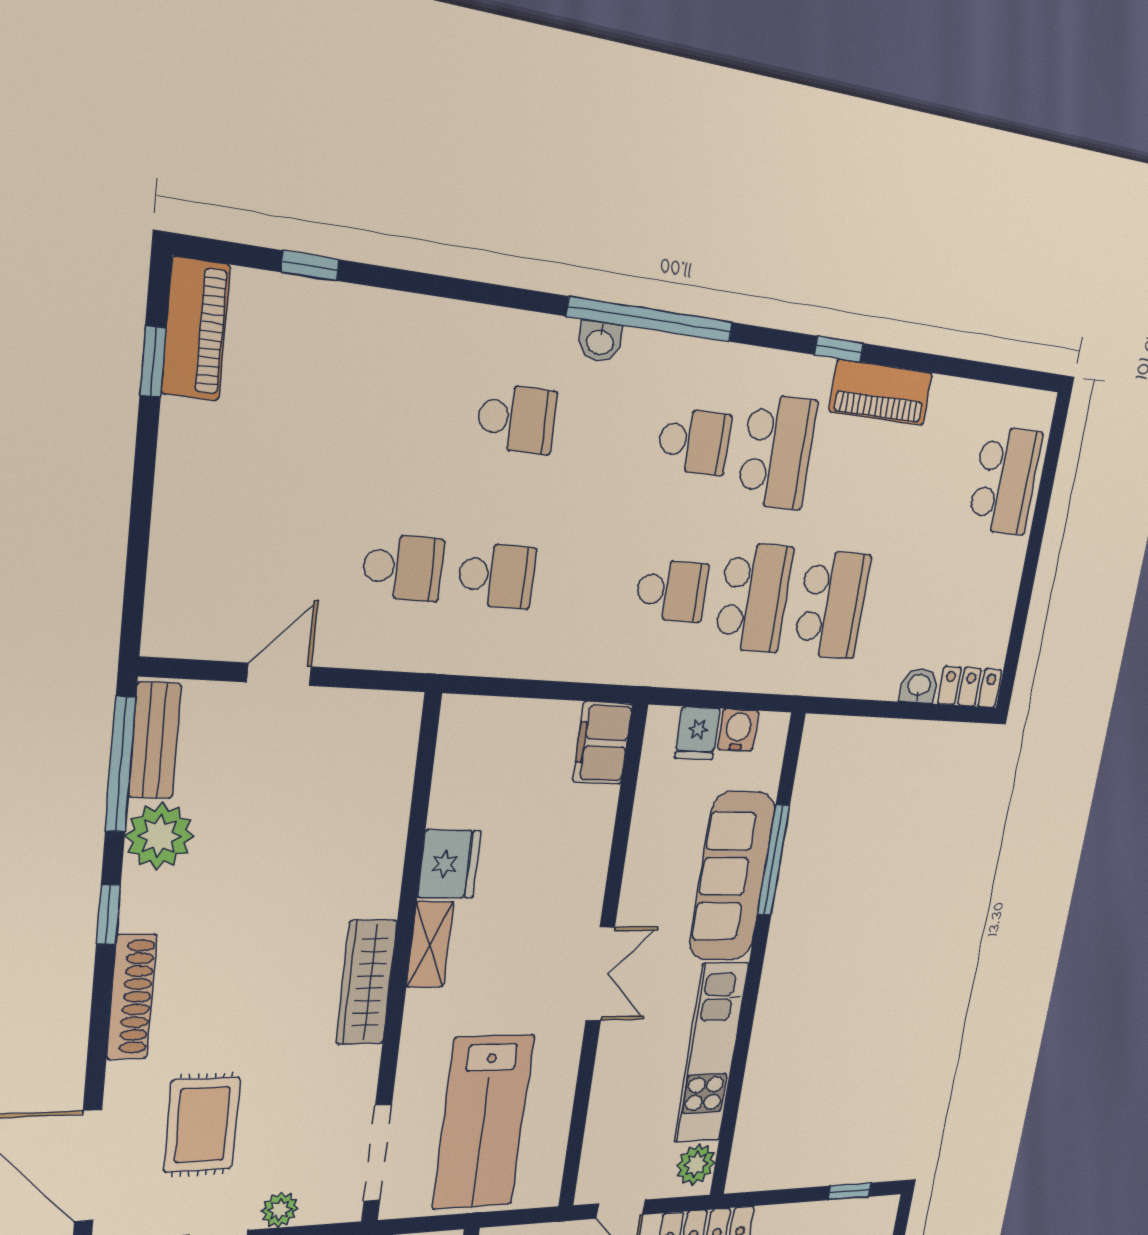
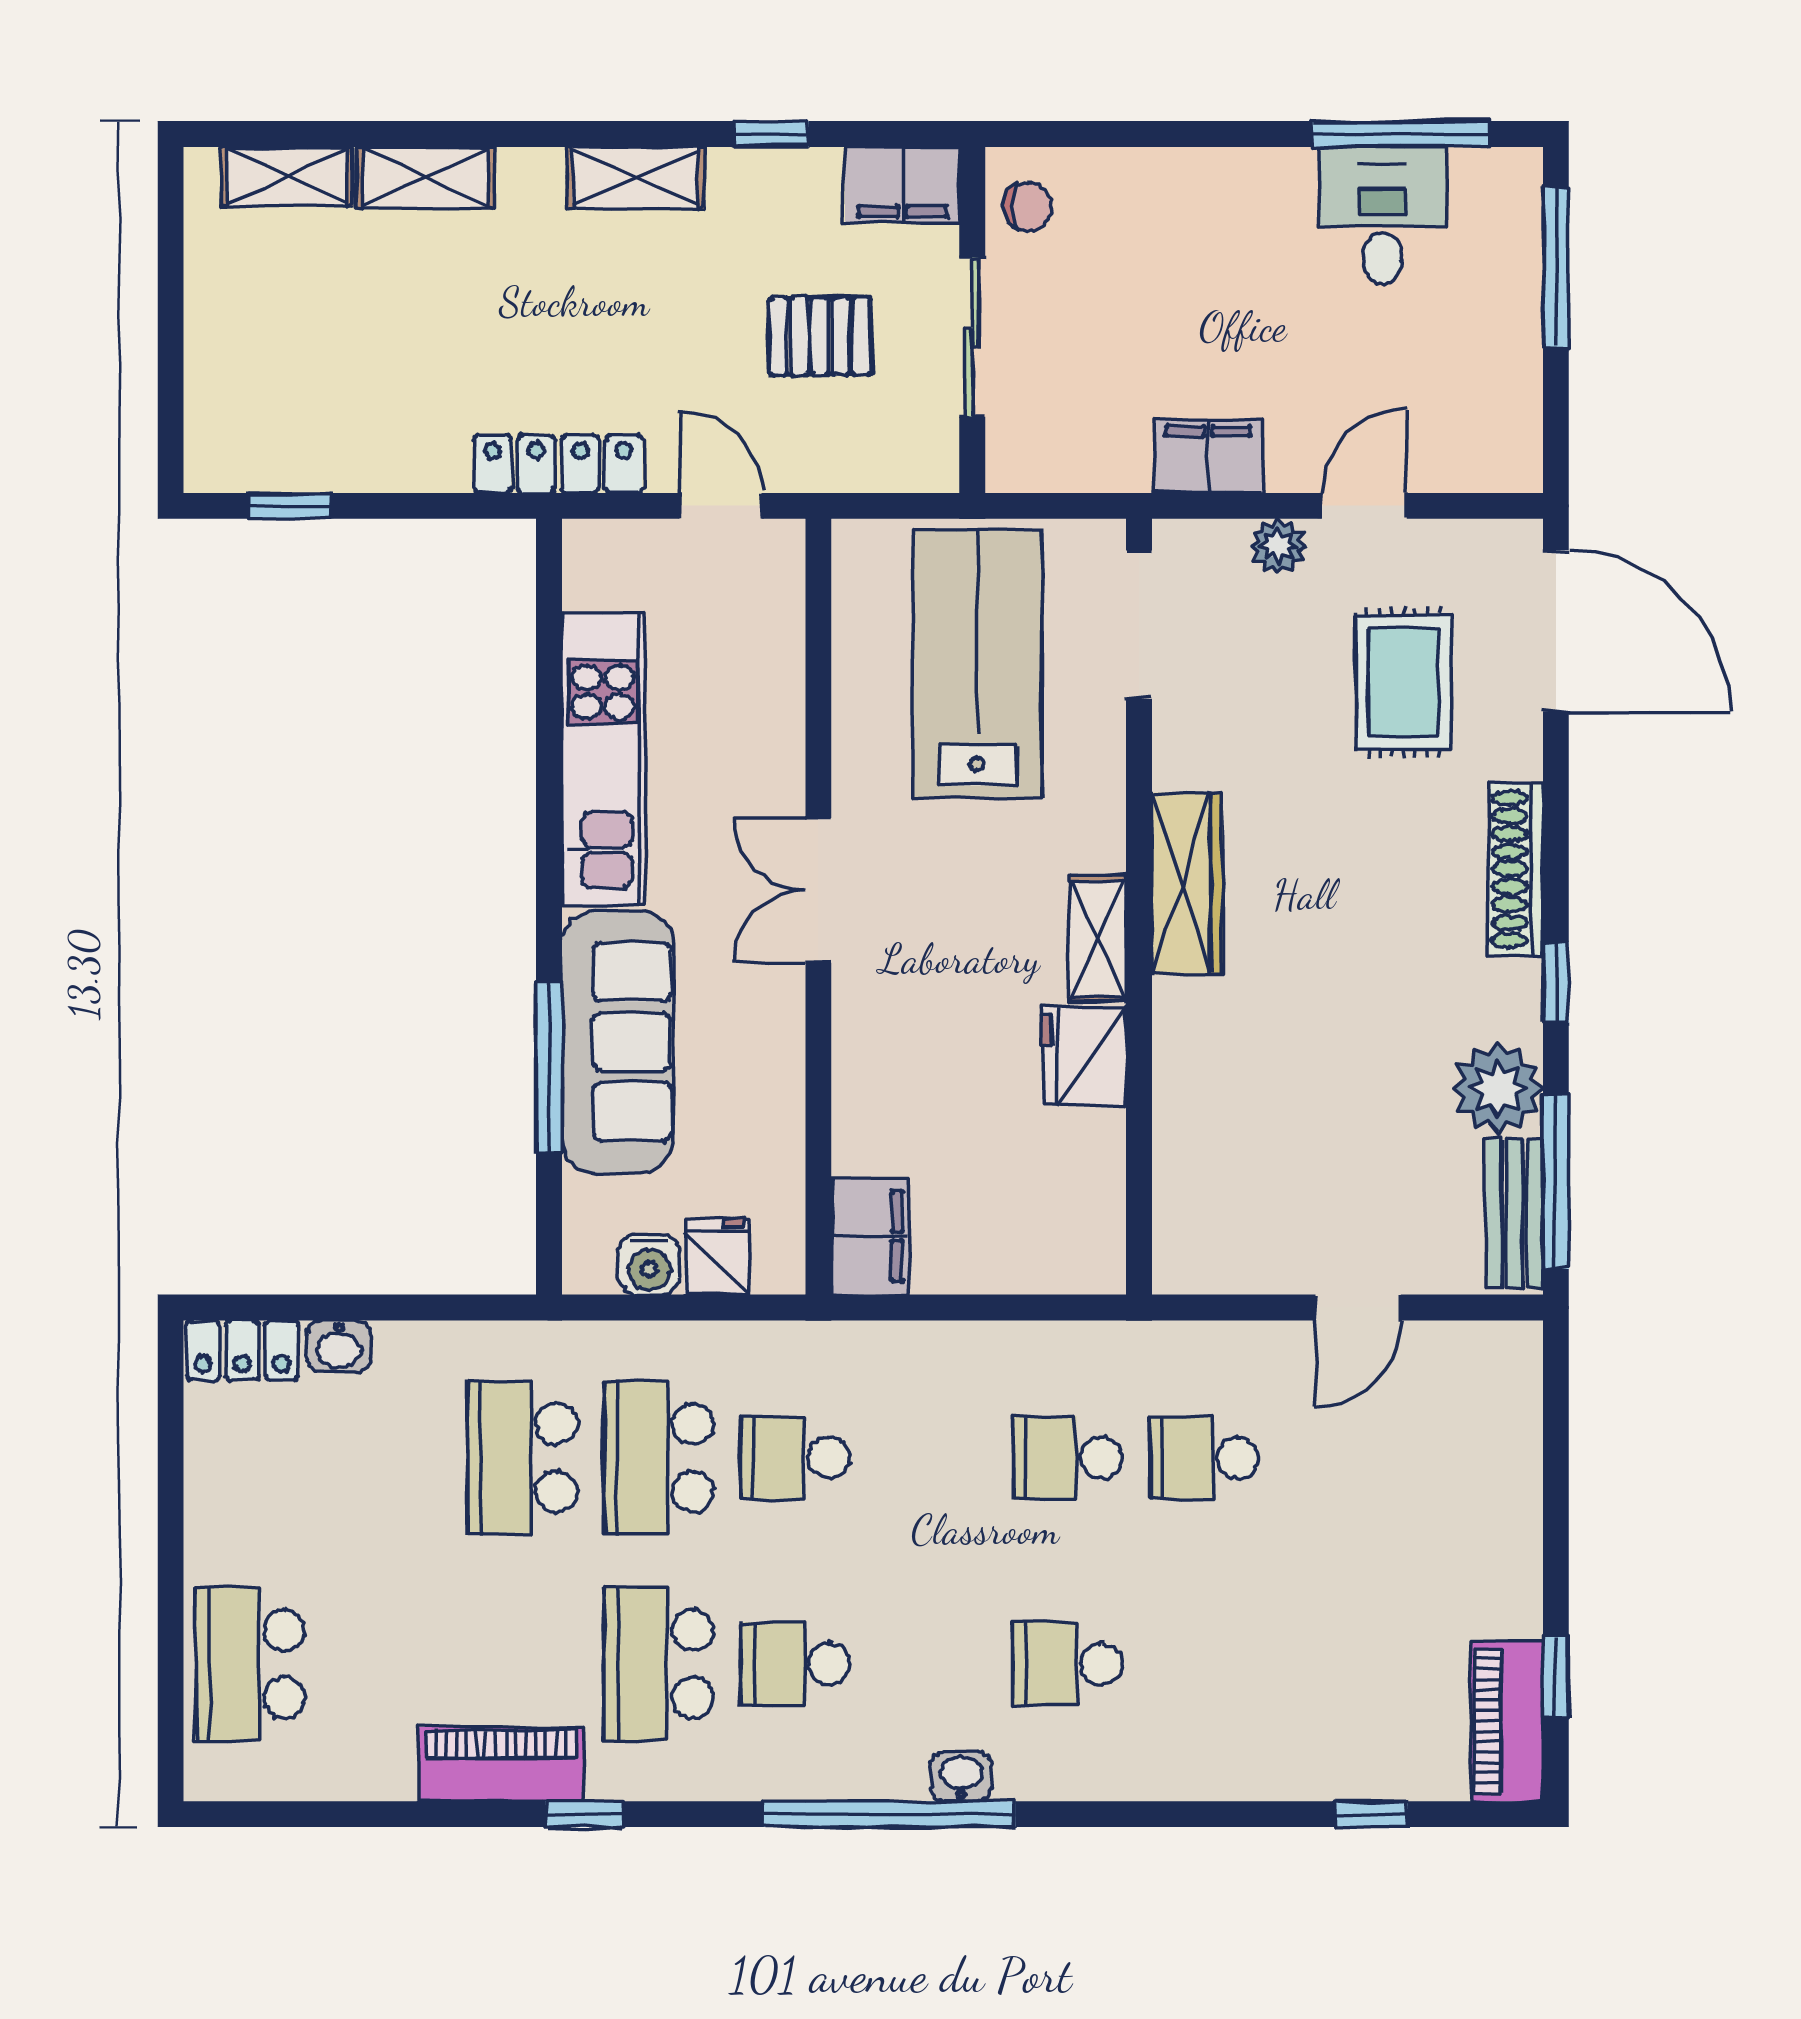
plant: (696, 1164) -> (597, 573), removed

